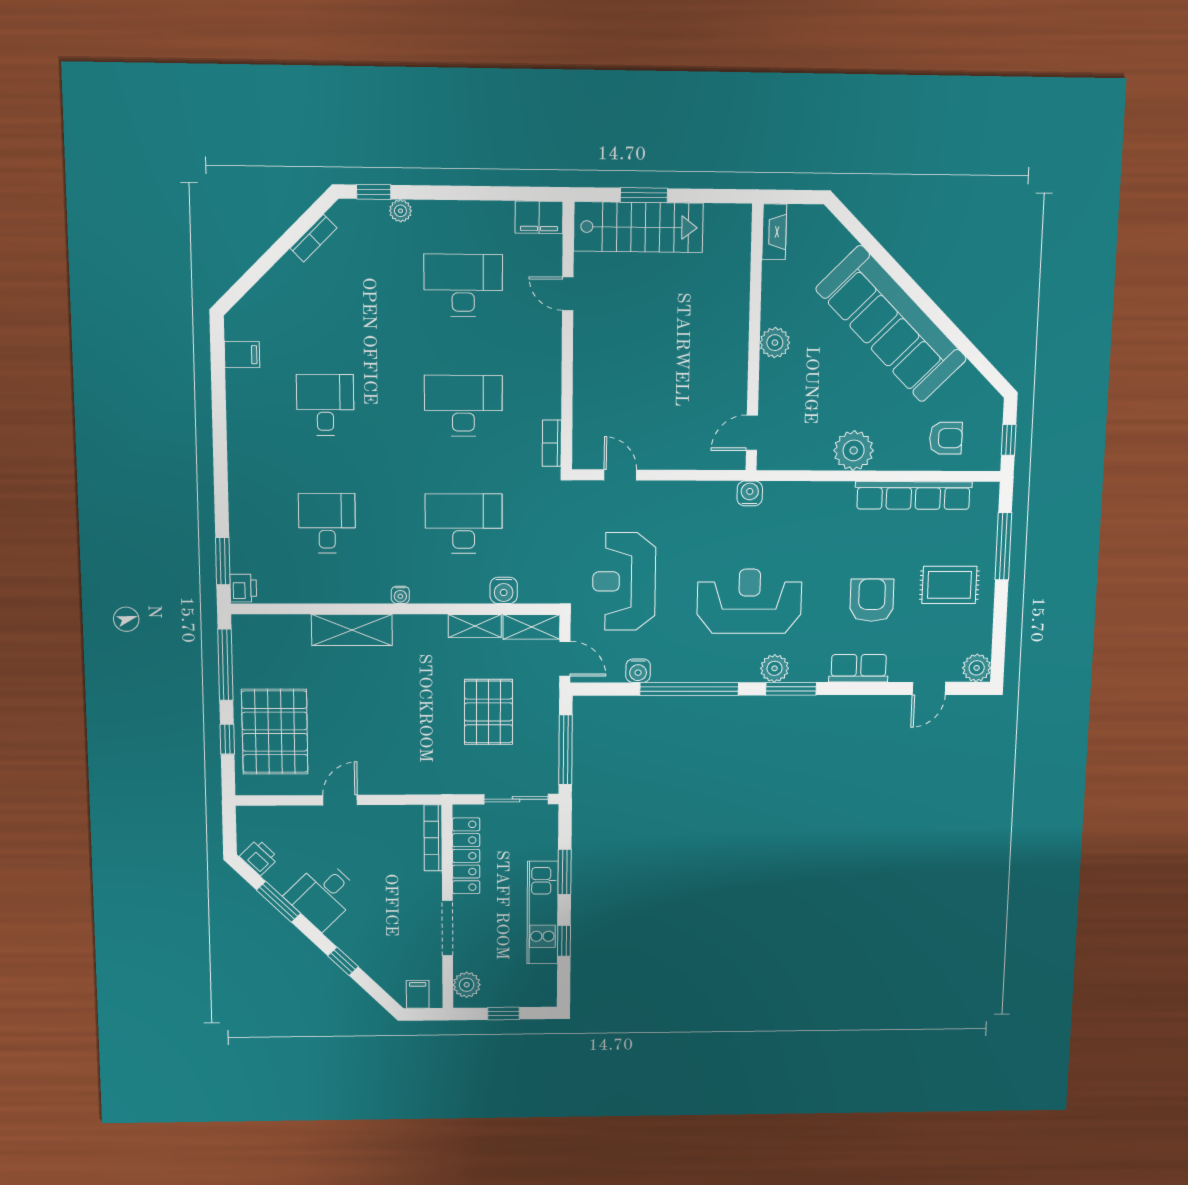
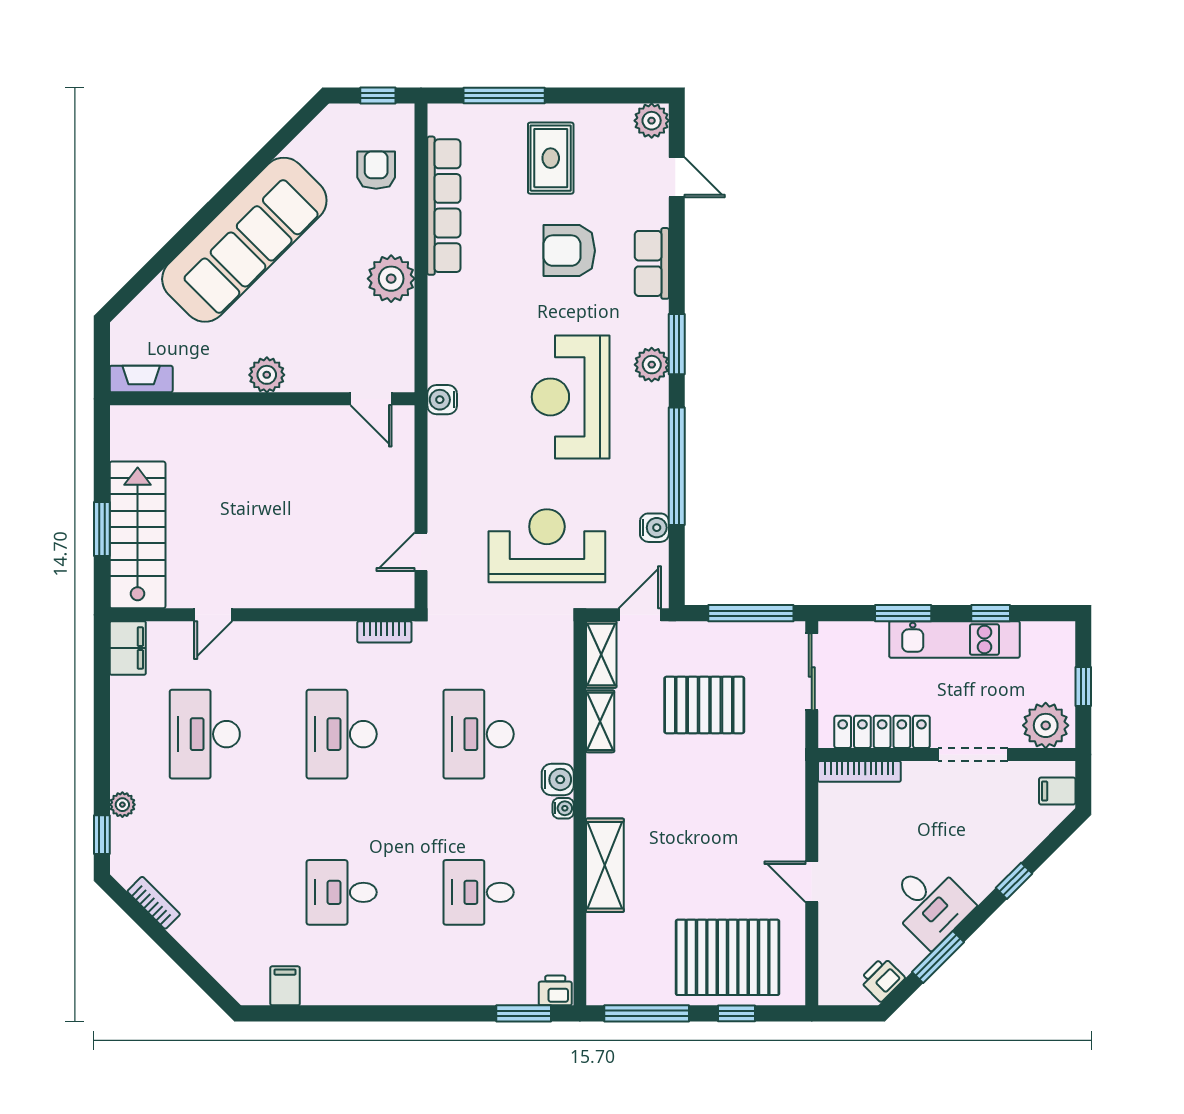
reception desk: (624, 581) -> (547, 546), turned 180
water cooler: (504, 590) -> (558, 779), moved
plant: (467, 985) -> (1046, 725), width x1.36, depth x1.36

